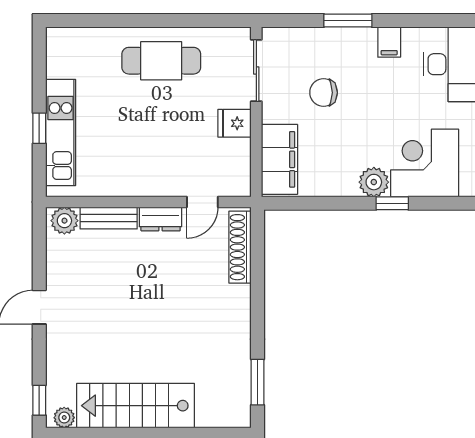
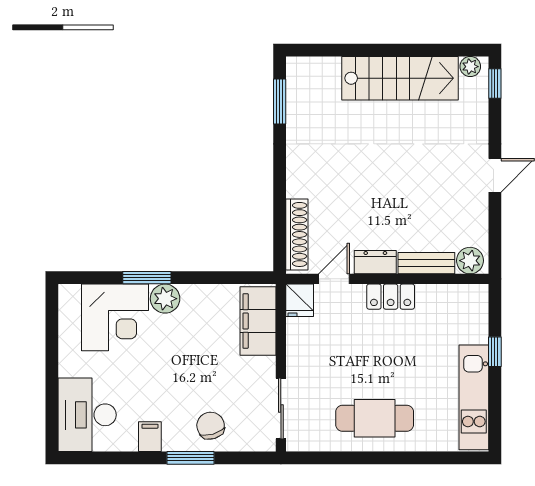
chair: (324, 93) -> (211, 426), moved, turned -106
fridge: (235, 123) -> (300, 300), moved, turned 90
kitchen unit: (61, 132) -> (474, 397), moved
locker: (145, 184) -> (391, 297), added
window: (392, 203) -> (147, 278), width x1.50

